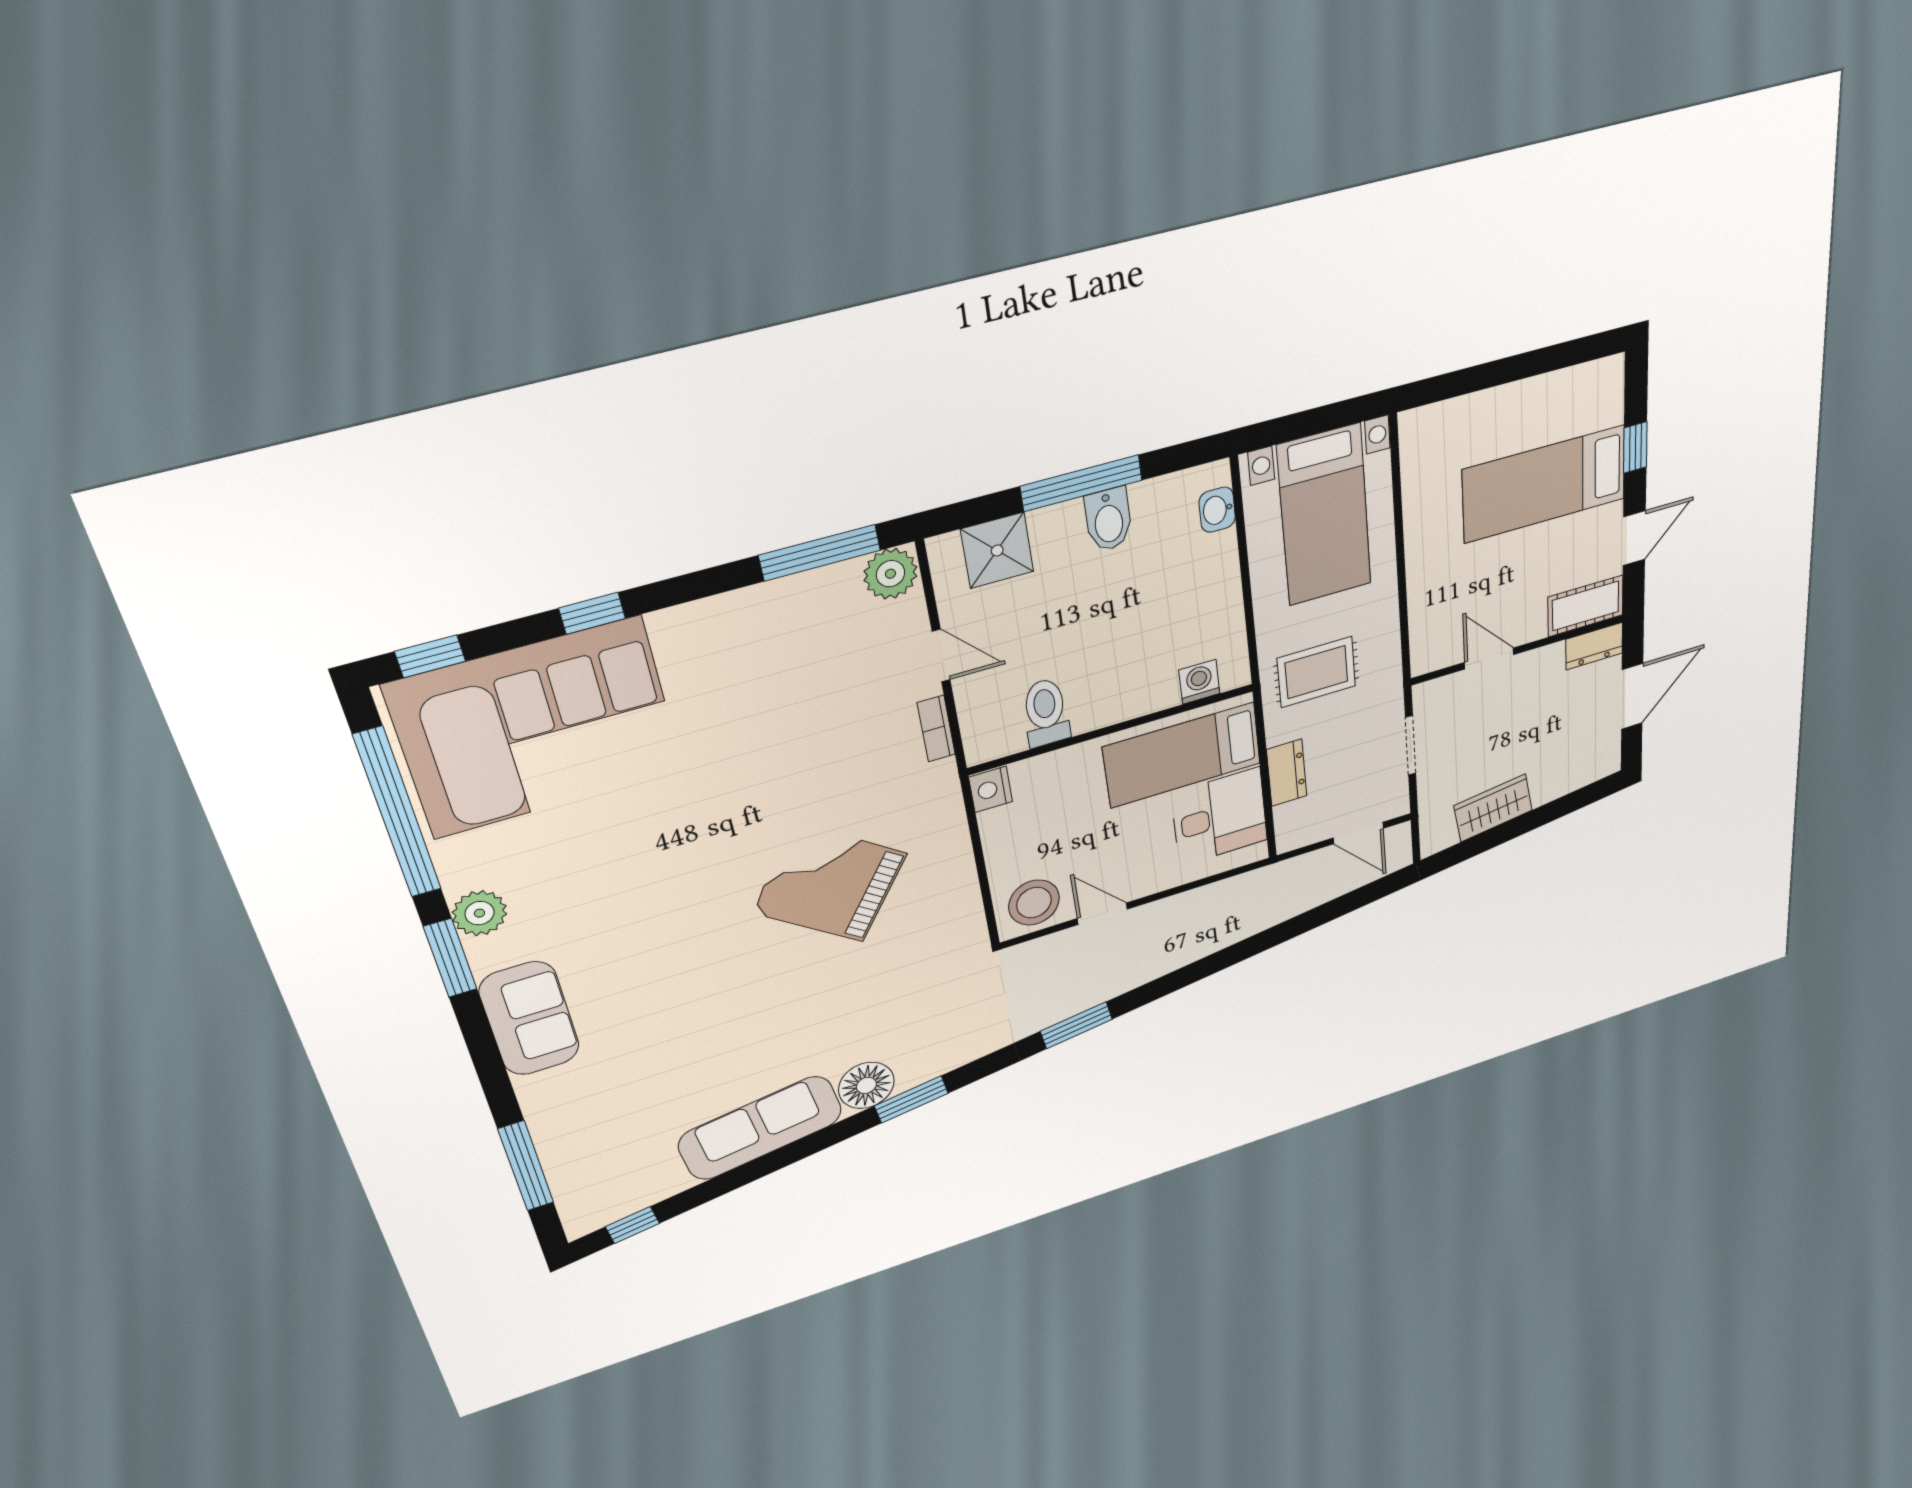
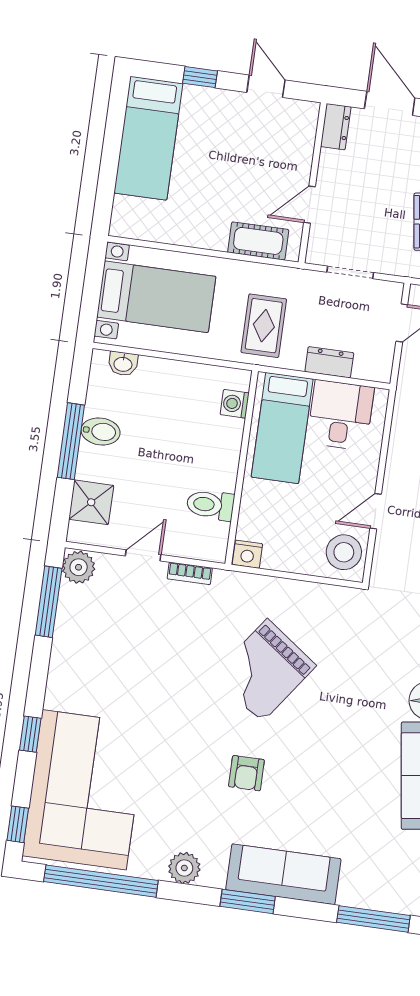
bed: (1544, 484) -> (148, 138), moved
cot: (1586, 606) -> (258, 241), moved, turned 90
armchair: (667, 927) -> (246, 773), added
window: (450, 958) -> (248, 901), moved
sofa: (530, 1019) -> (283, 874), width x1.36

